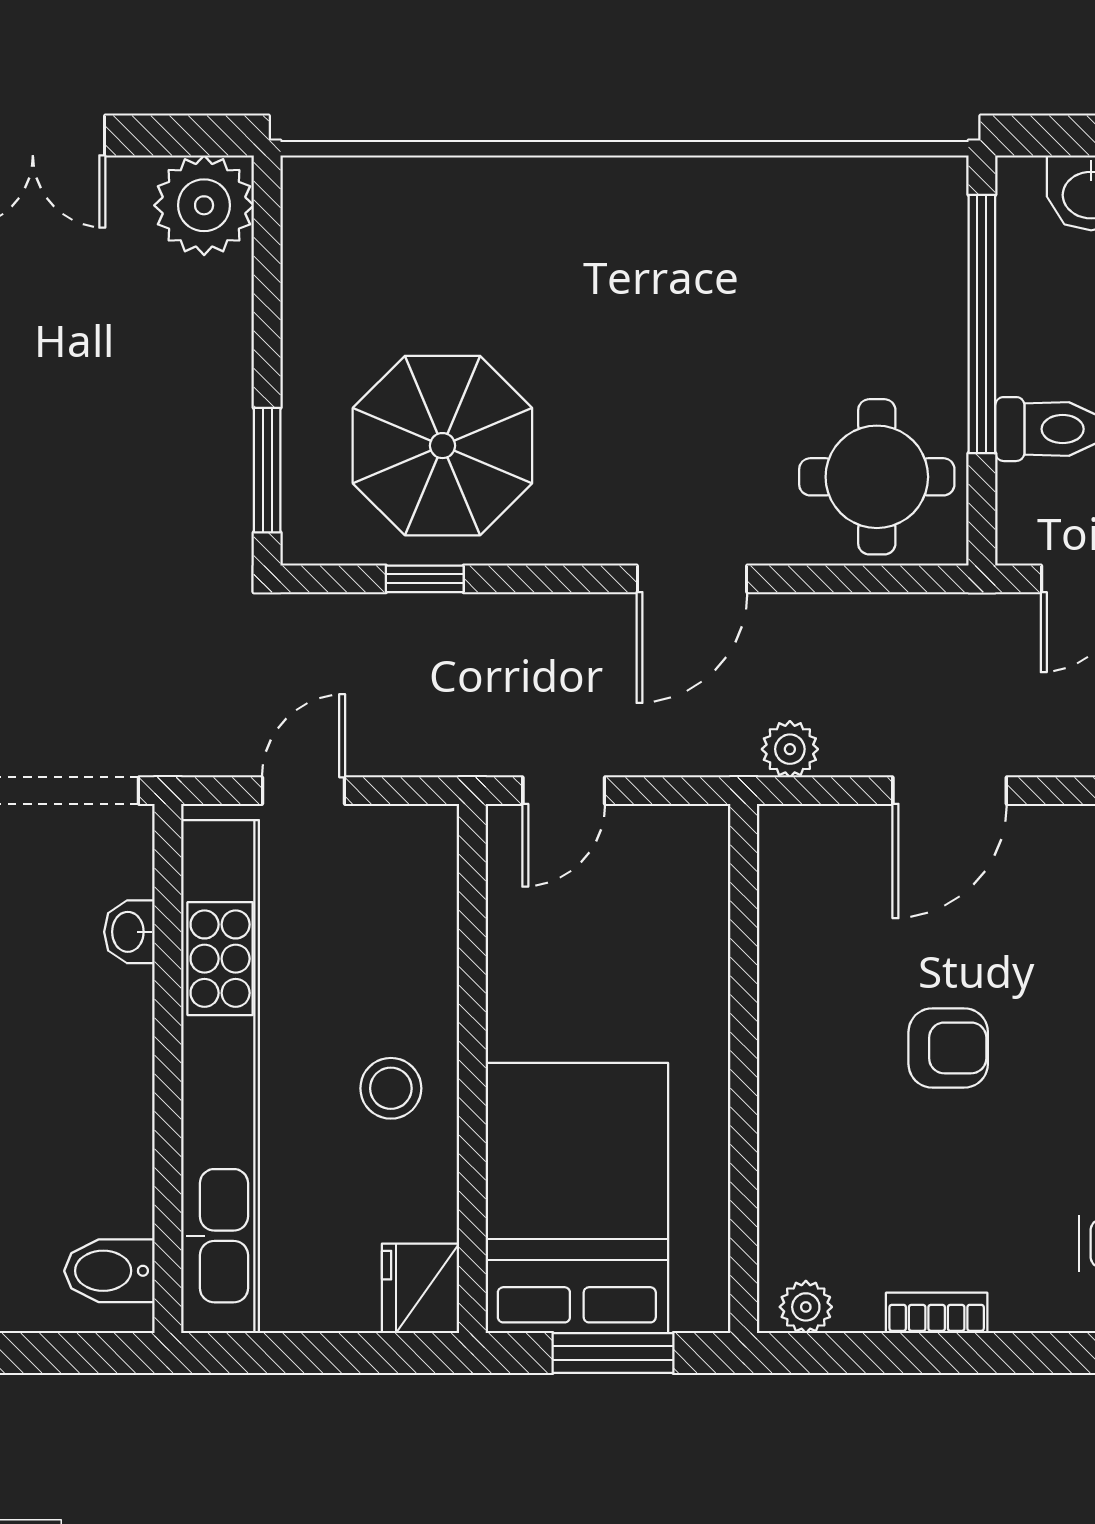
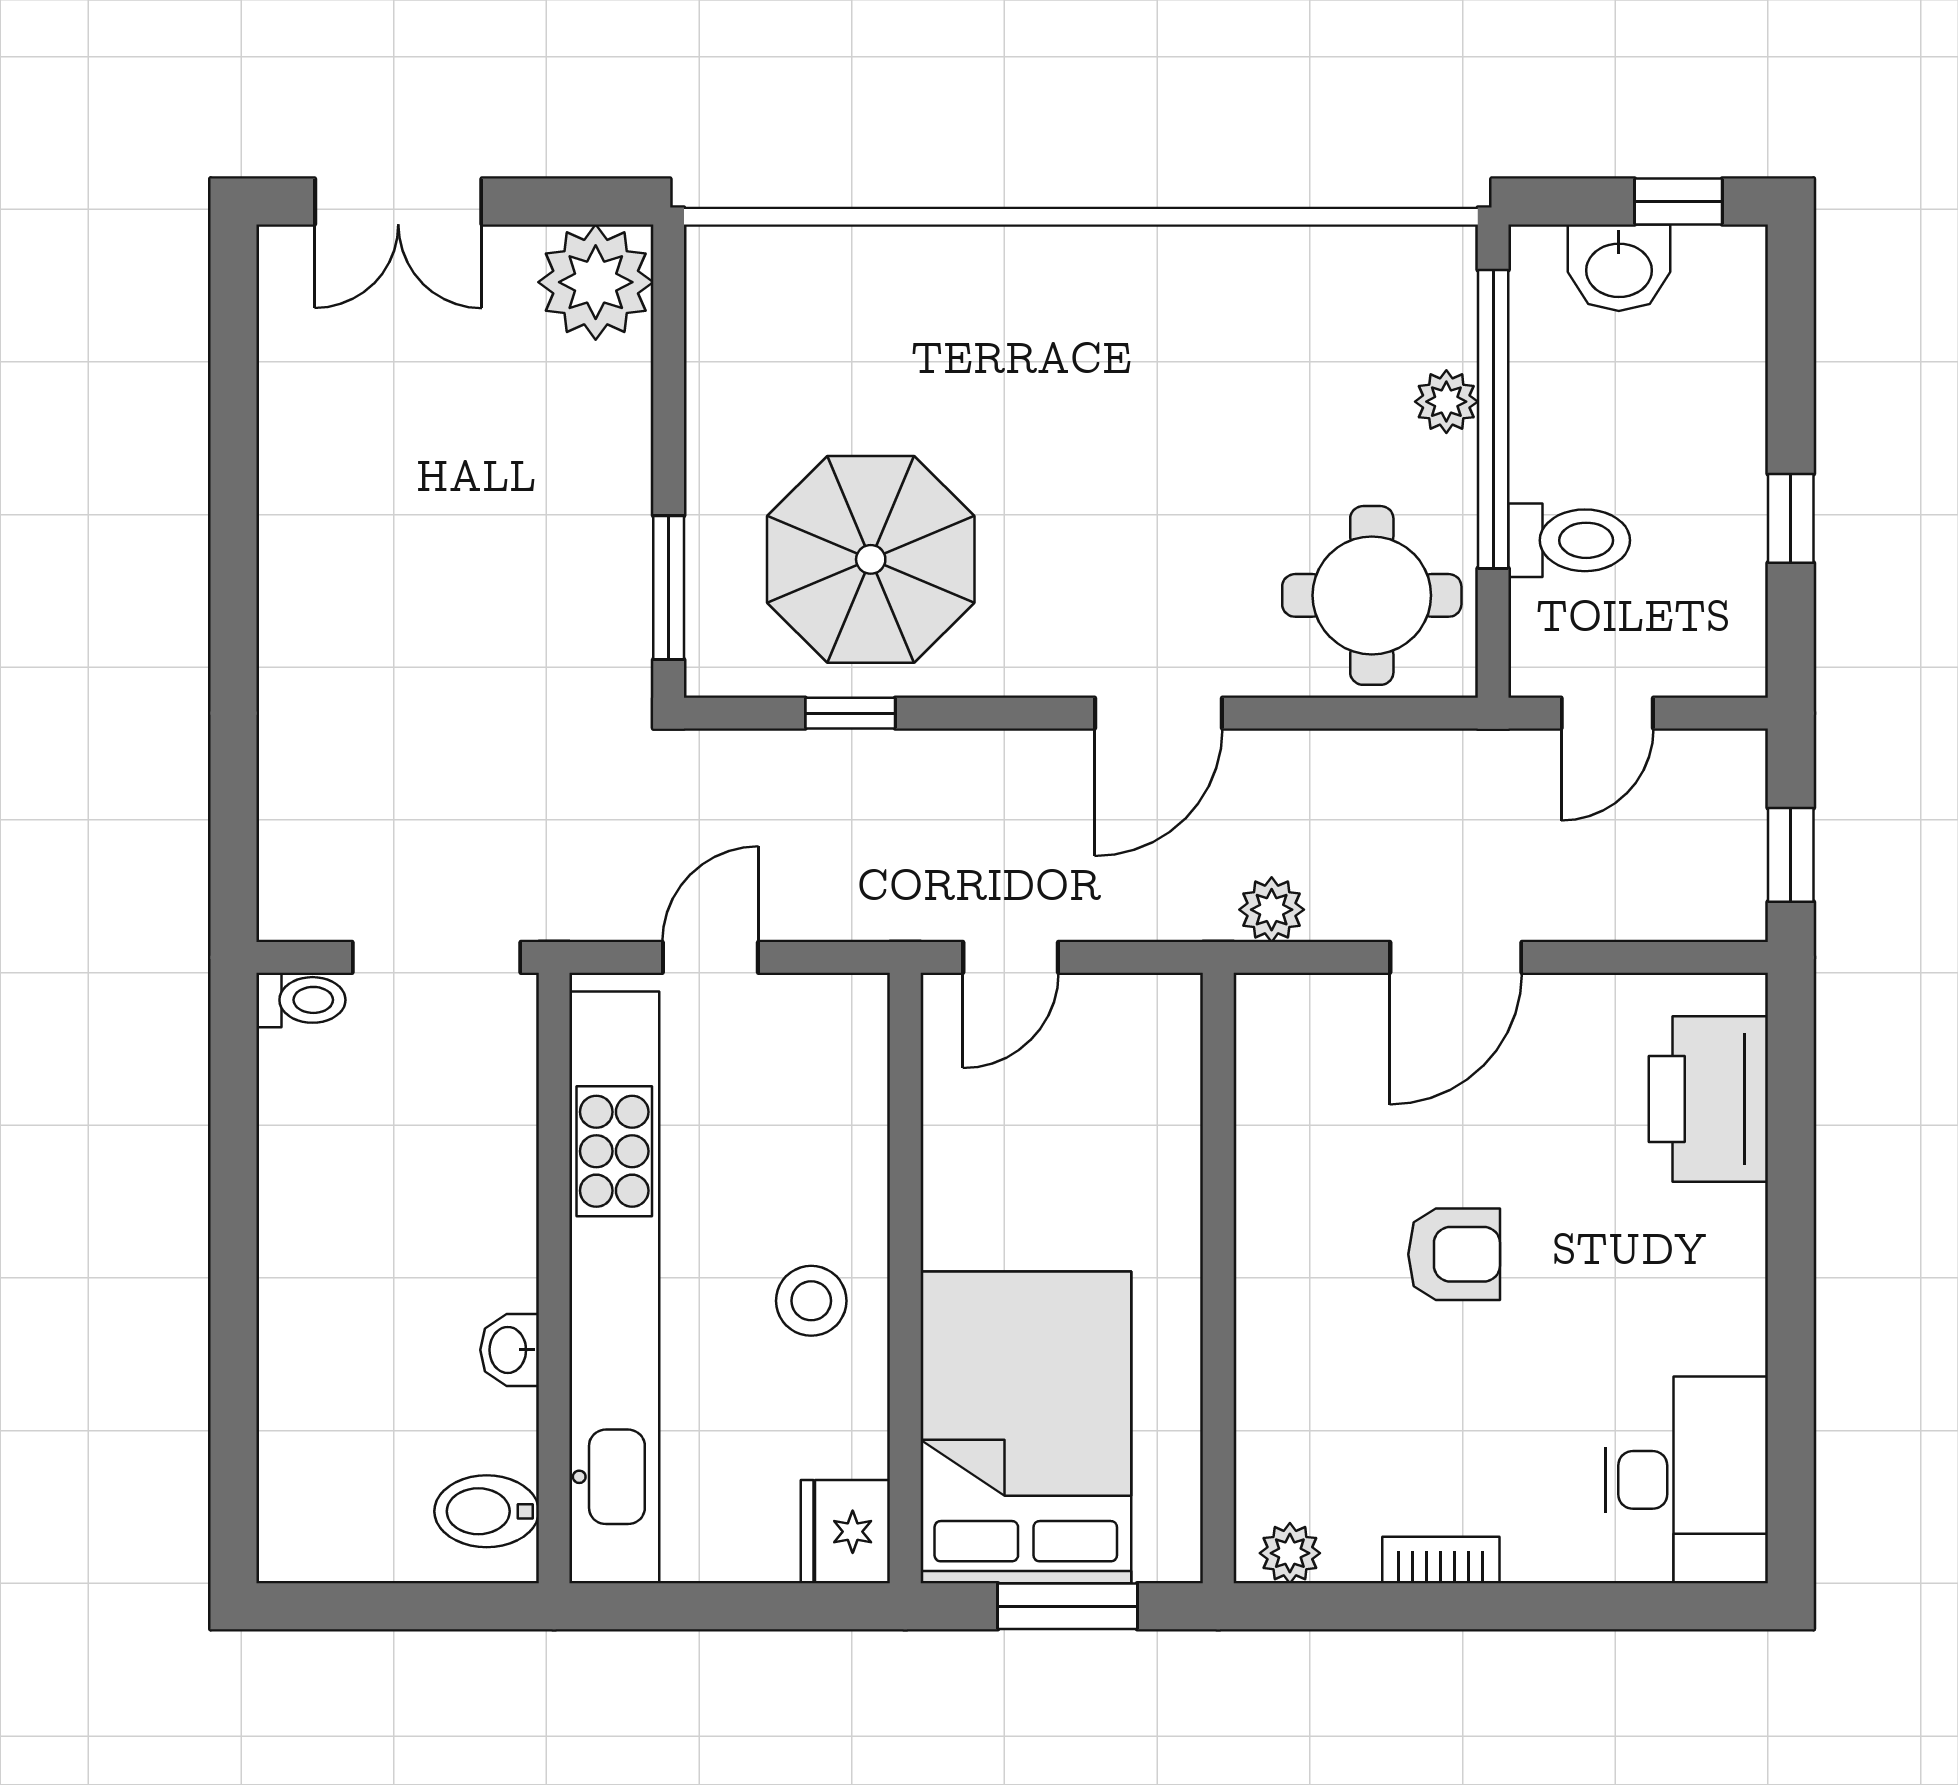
plant: (941, 309) -> (1446, 402), added
washbasin: (129, 932) -> (510, 1350), moved

